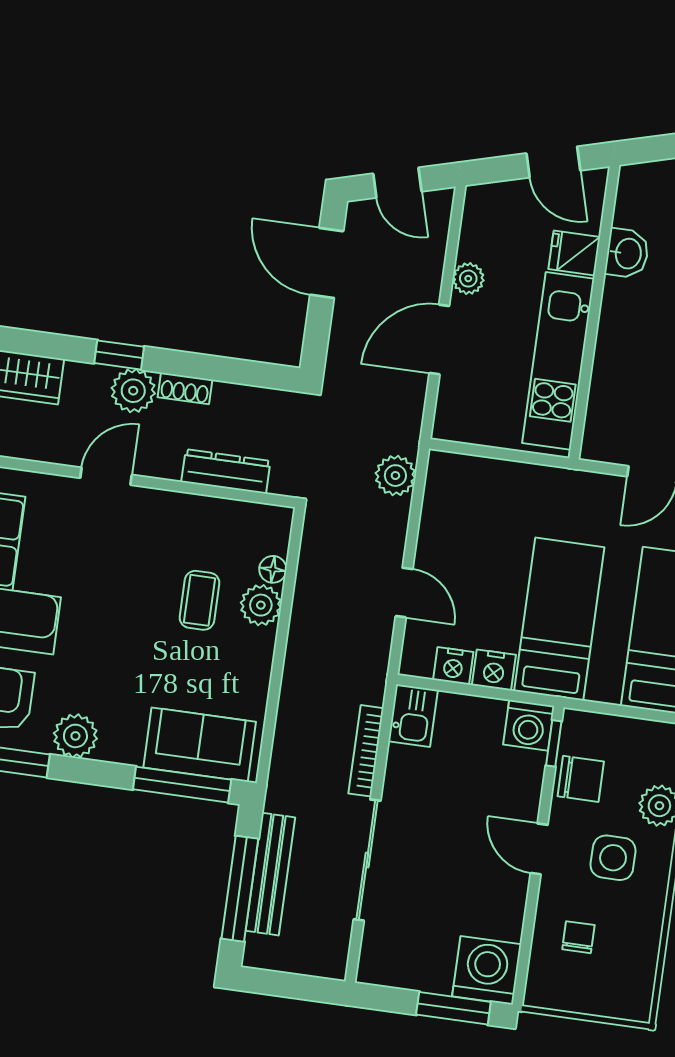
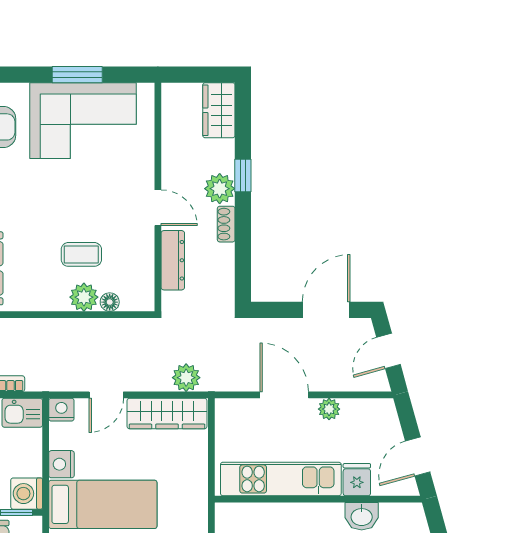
door: (106, 476) -> (158, 208), moved
wardrobe: (443, 510) -> (167, 413), added
nightstand: (453, 666) -> (61, 410), moved, turned 90

